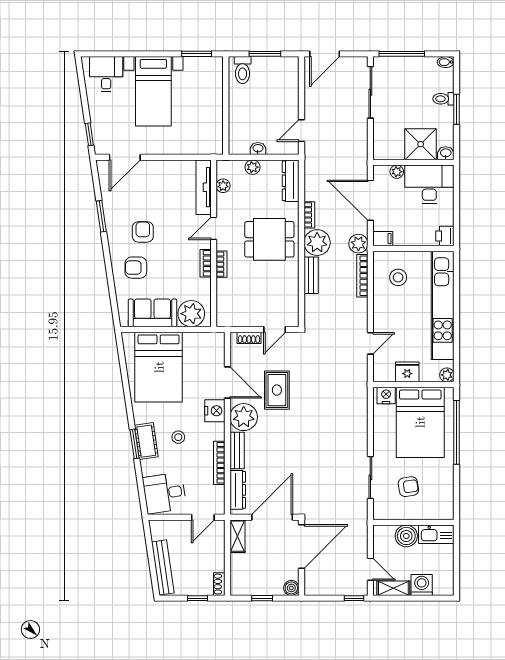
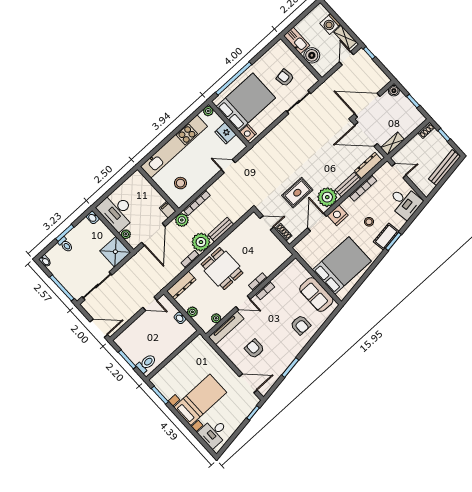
shower: (421, 144) -> (115, 252), moved
armchair: (143, 232) -> (254, 349), moved, turned 90
printer: (445, 236) -> (137, 178), removed
plant: (191, 314) -> (298, 274), removed

